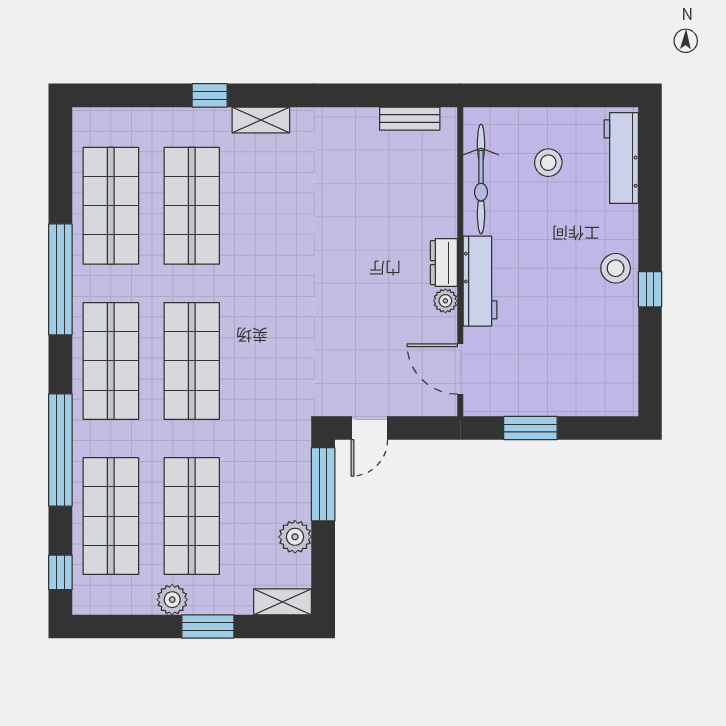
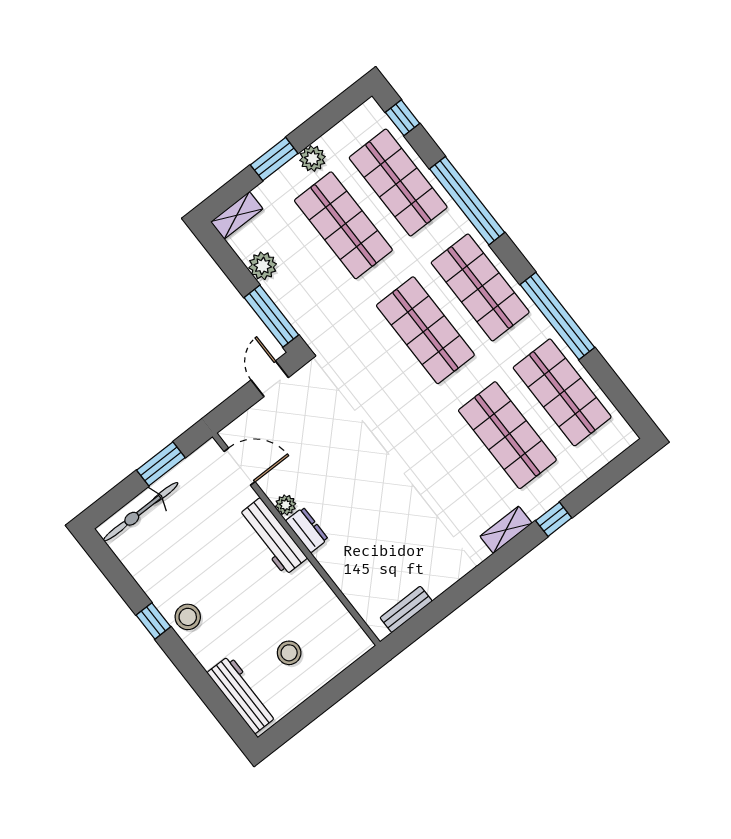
bicycle: (481, 179) -> (141, 512), moved, turned -90

